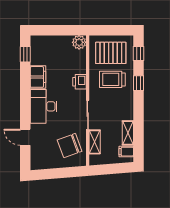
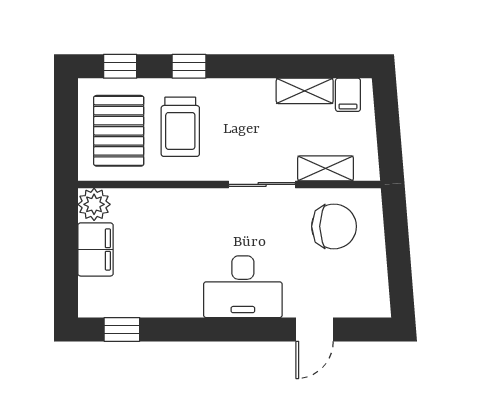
filing cabinet: (38, 77) -> (95, 249), moved, turned 90
printer: (79, 82) -> (186, 204), removed
chair: (70, 146) -> (334, 226), turned -70

